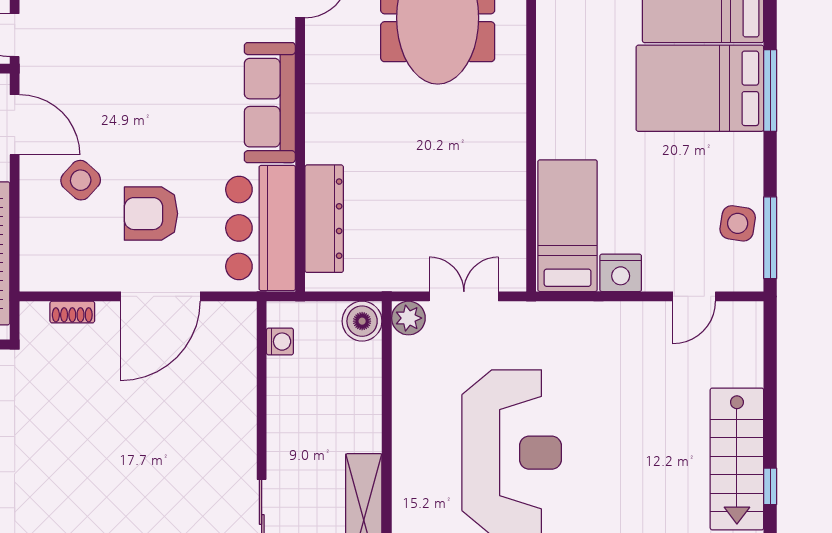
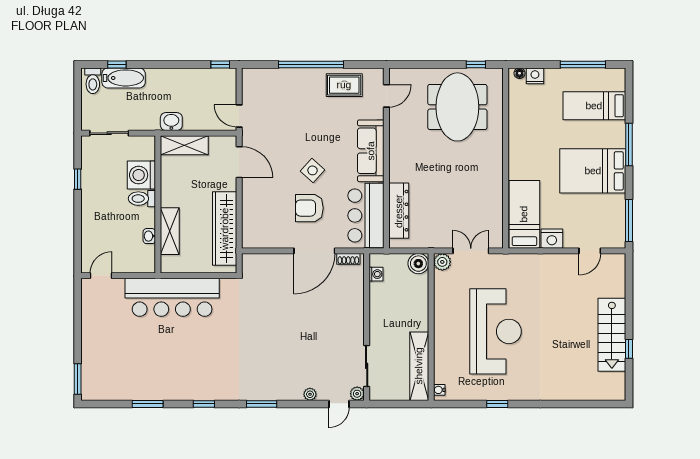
bed: (700, 88) -> (593, 171), moved
side table: (81, 180) -> (313, 170), moved
side table: (738, 223) -> (612, 213), removed
shoe rack: (72, 312) -> (348, 259), moved

